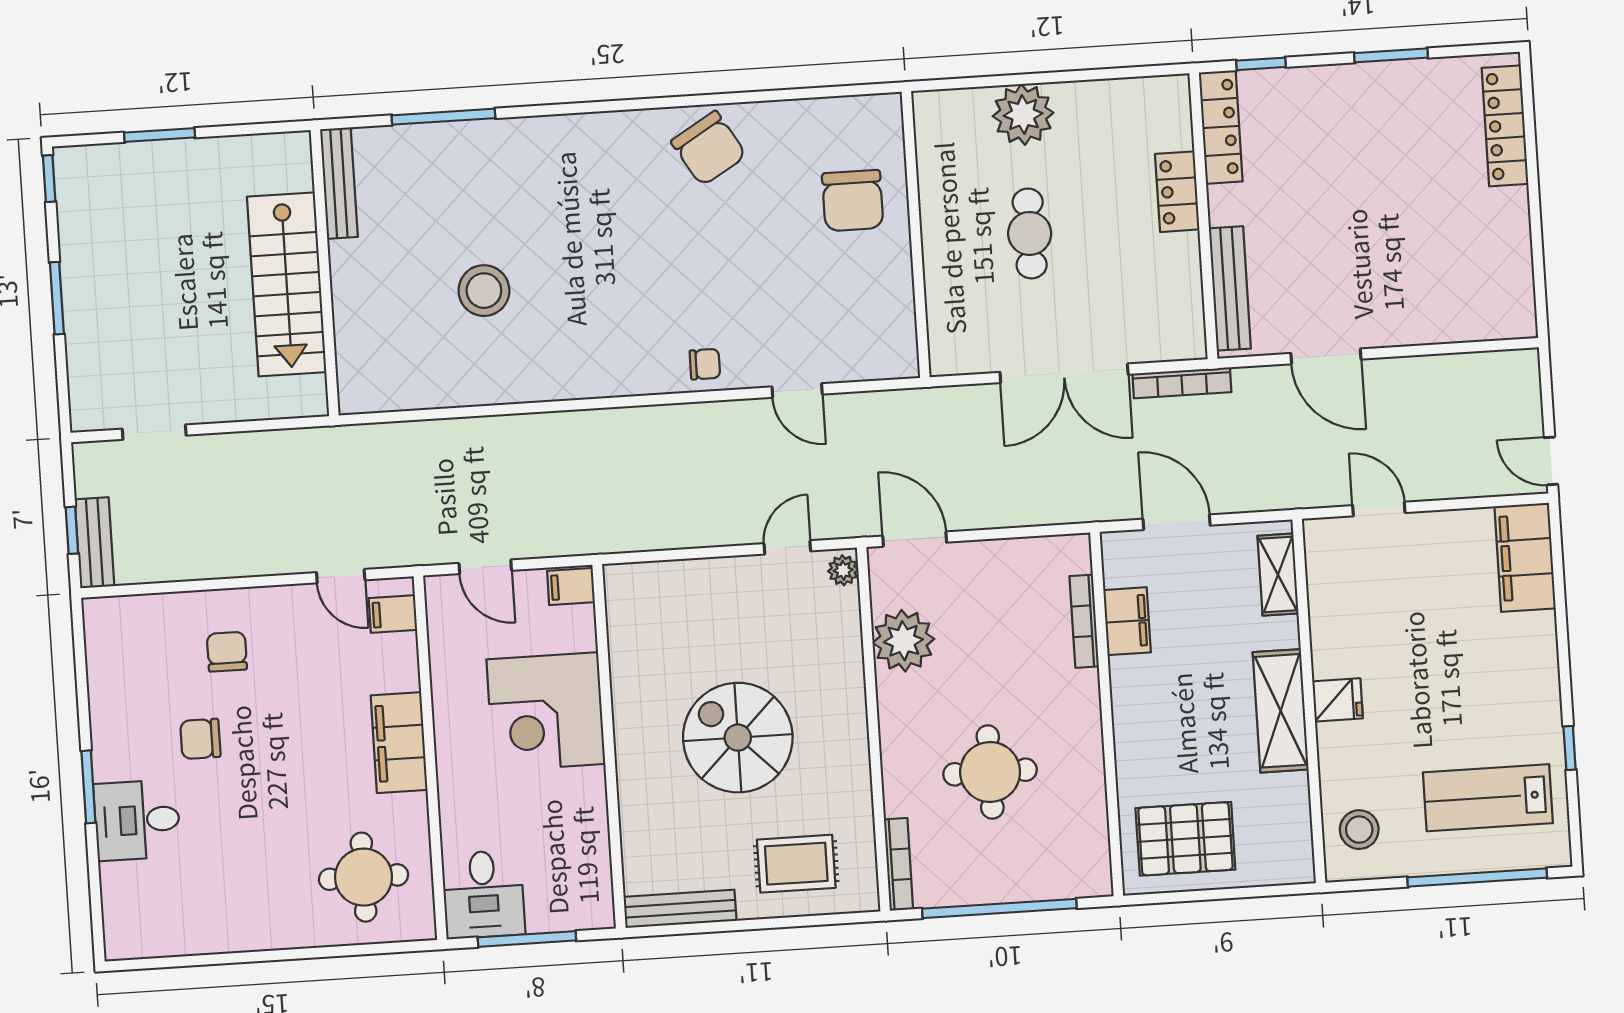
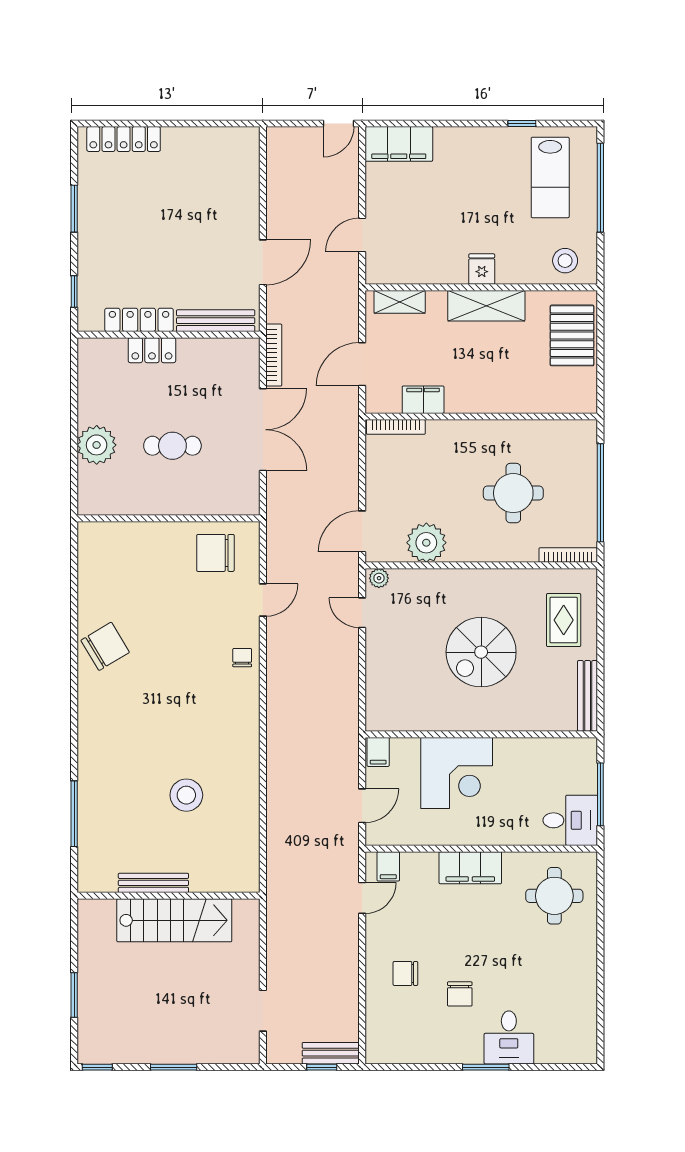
locker: (1221, 127) -> (139, 320), moved
bench: (339, 183) -> (153, 883), moved
chair: (853, 201) -> (215, 553), moved, turned 180
bookcase: (1084, 621) -> (396, 427), moved
pallet: (1185, 839) -> (572, 335), moved

